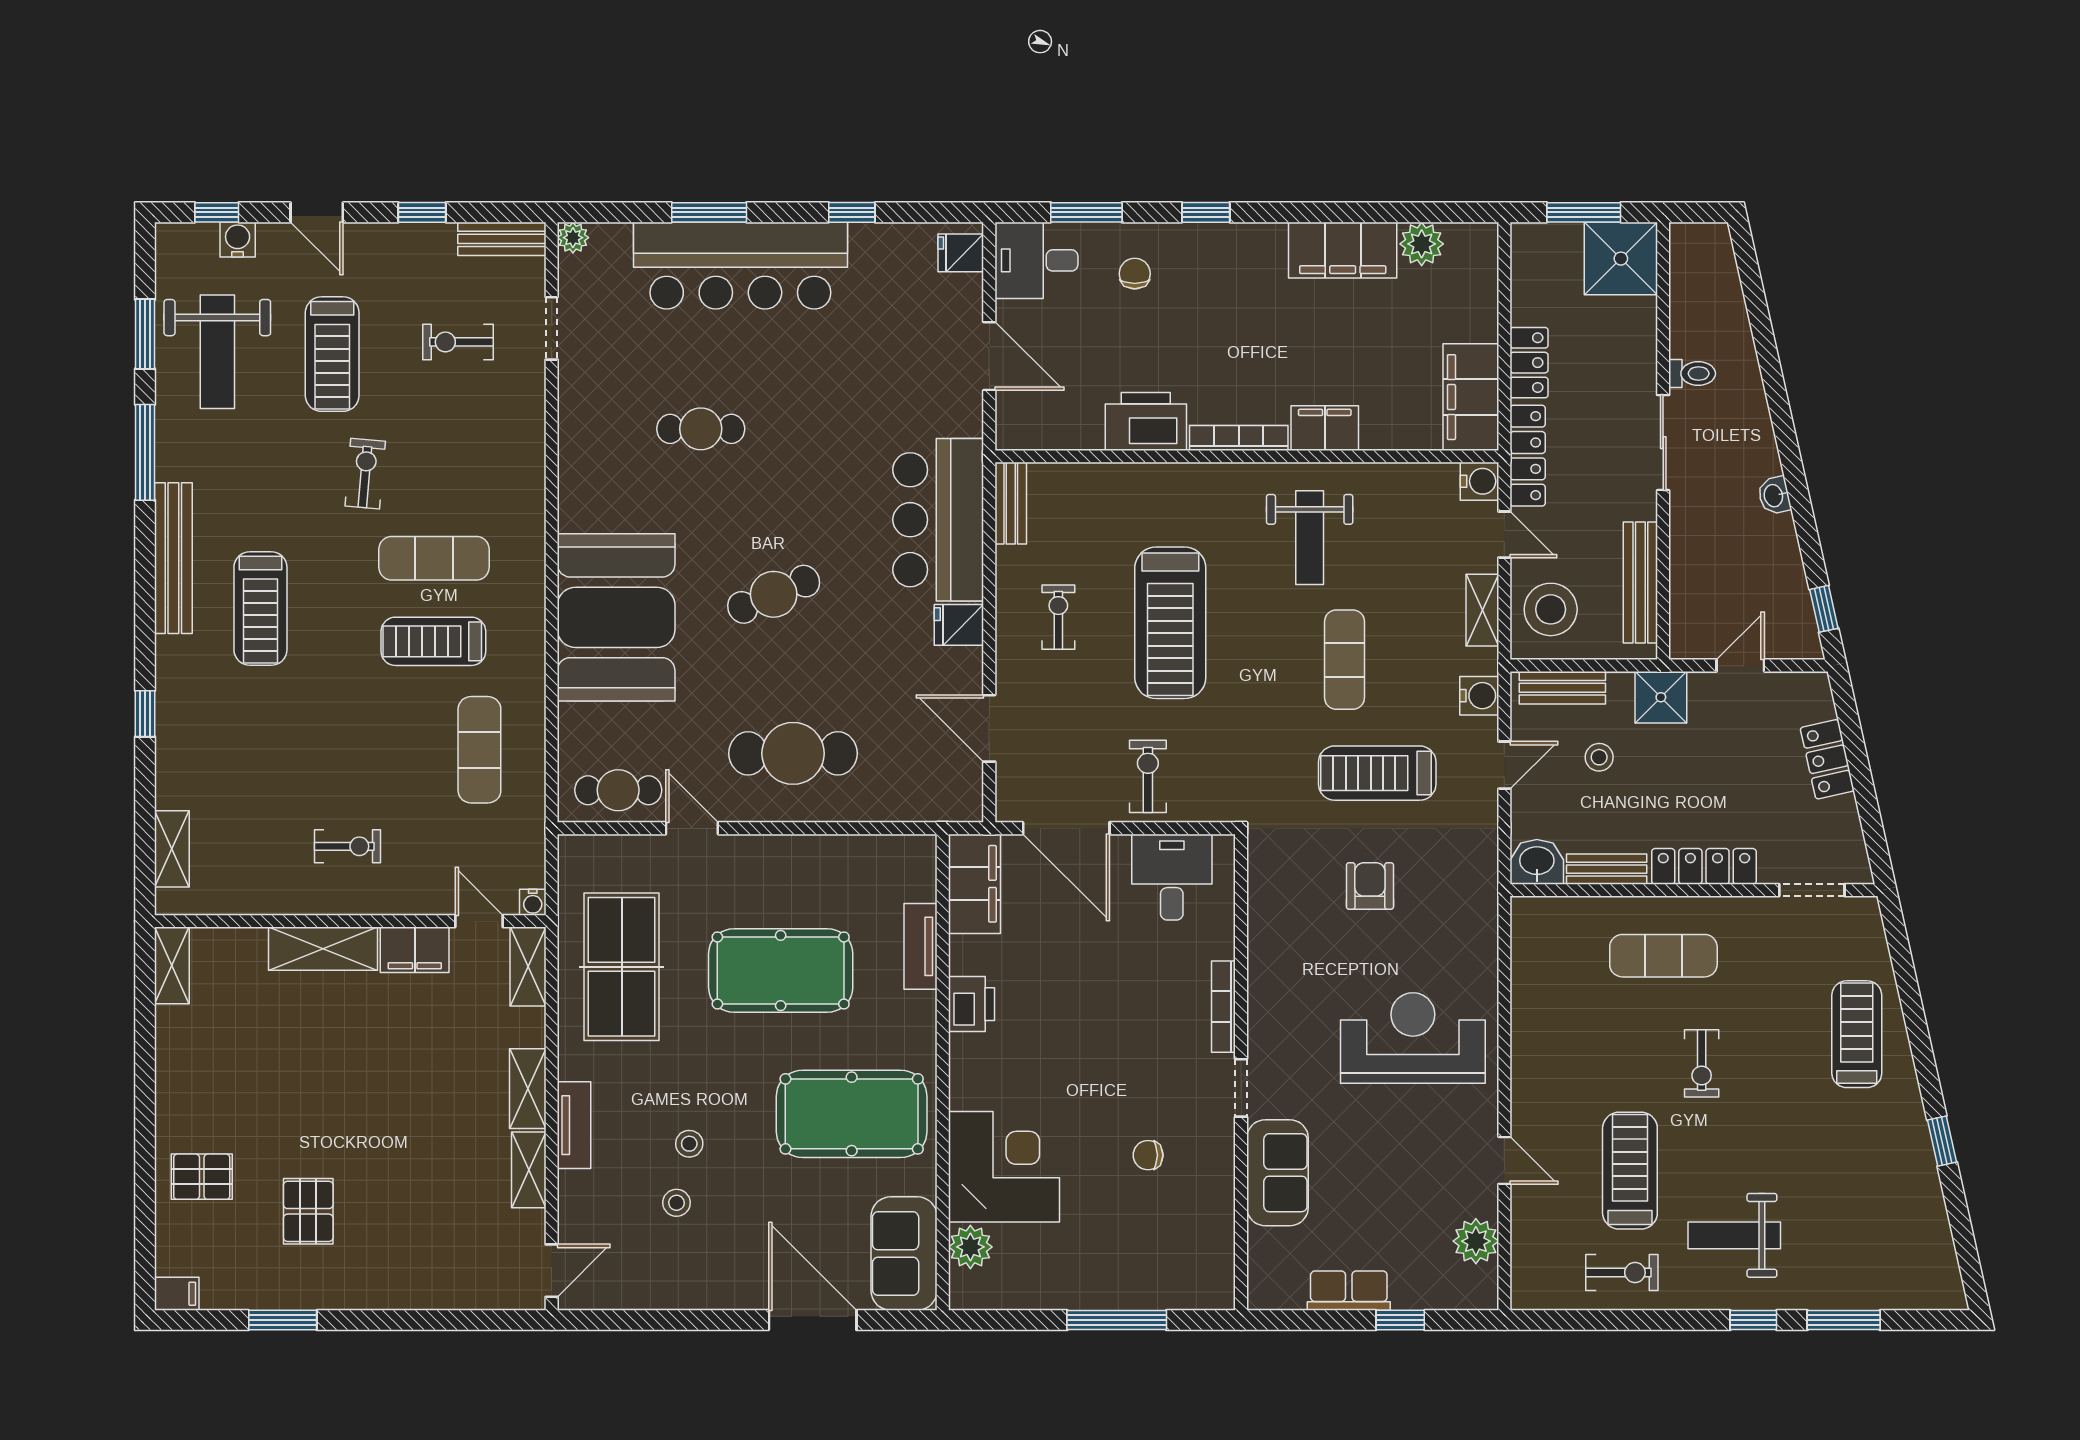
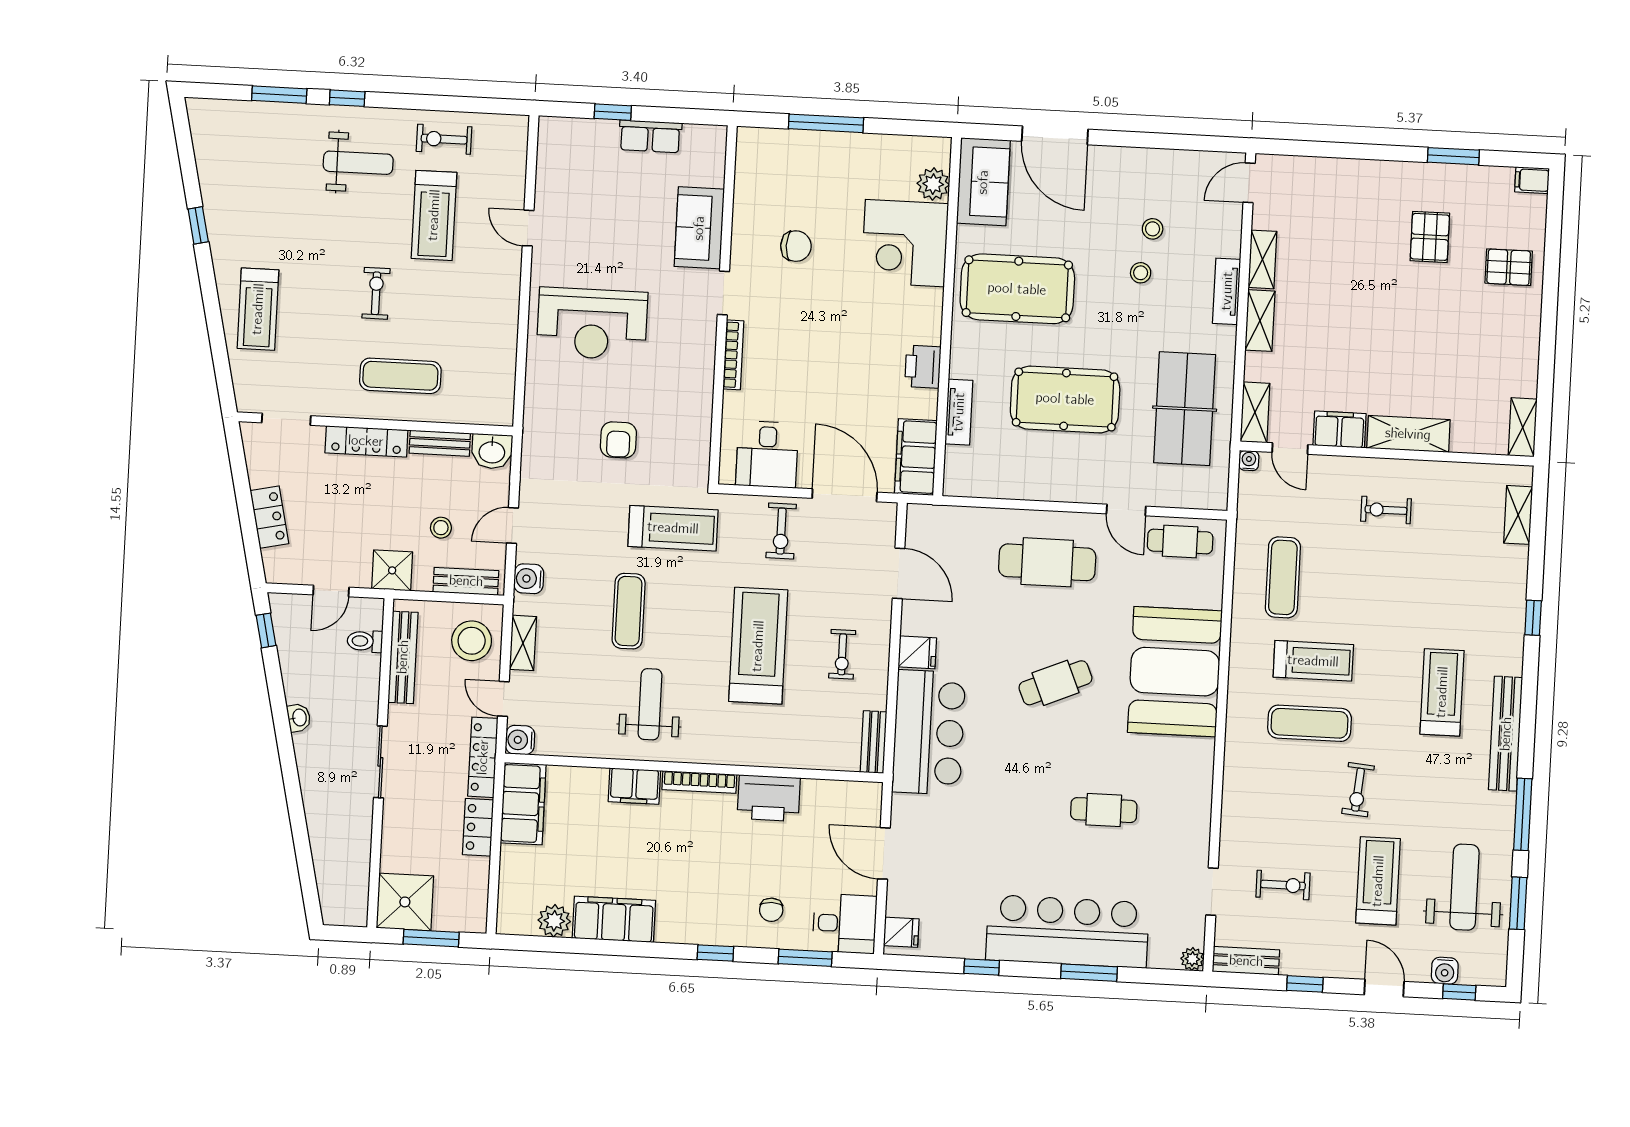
toilet: (1692, 373) -> (365, 641), moved
treadmill: (1377, 773) -> (673, 528), moved
chair: (1148, 1155) -> (796, 246), width x1.37, depth x1.37
plant: (1476, 1241) -> (553, 168), removed

